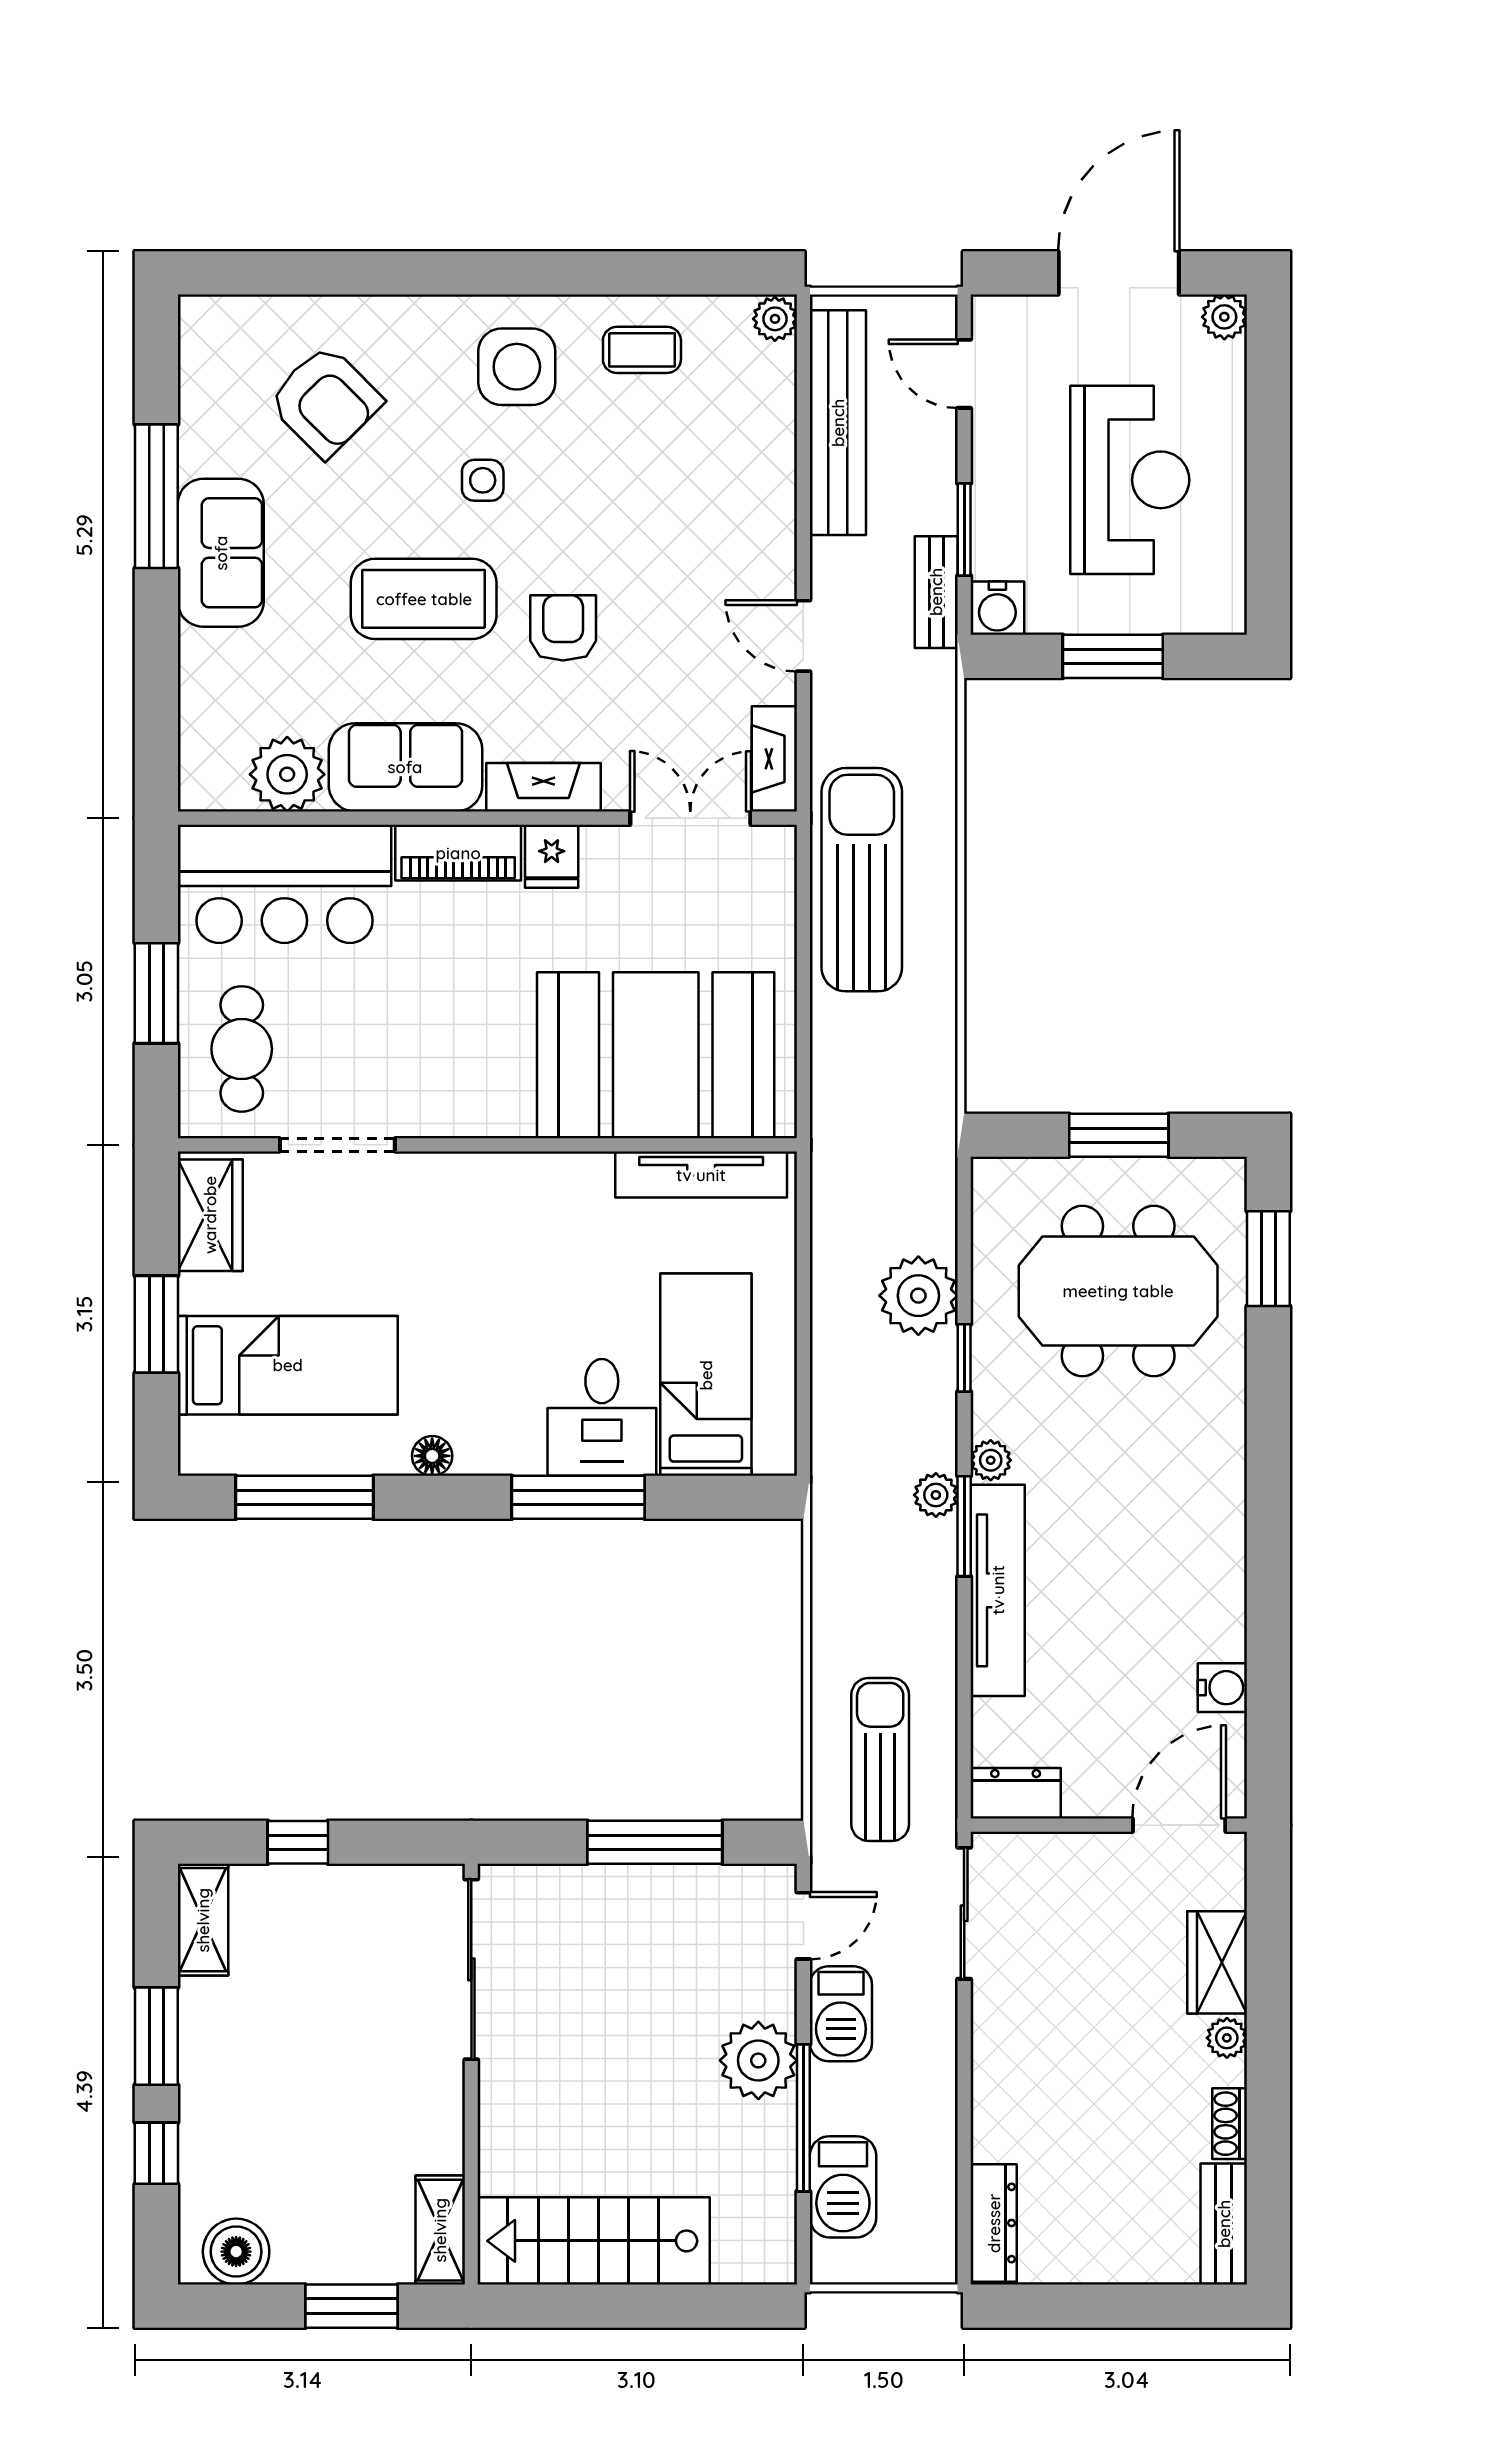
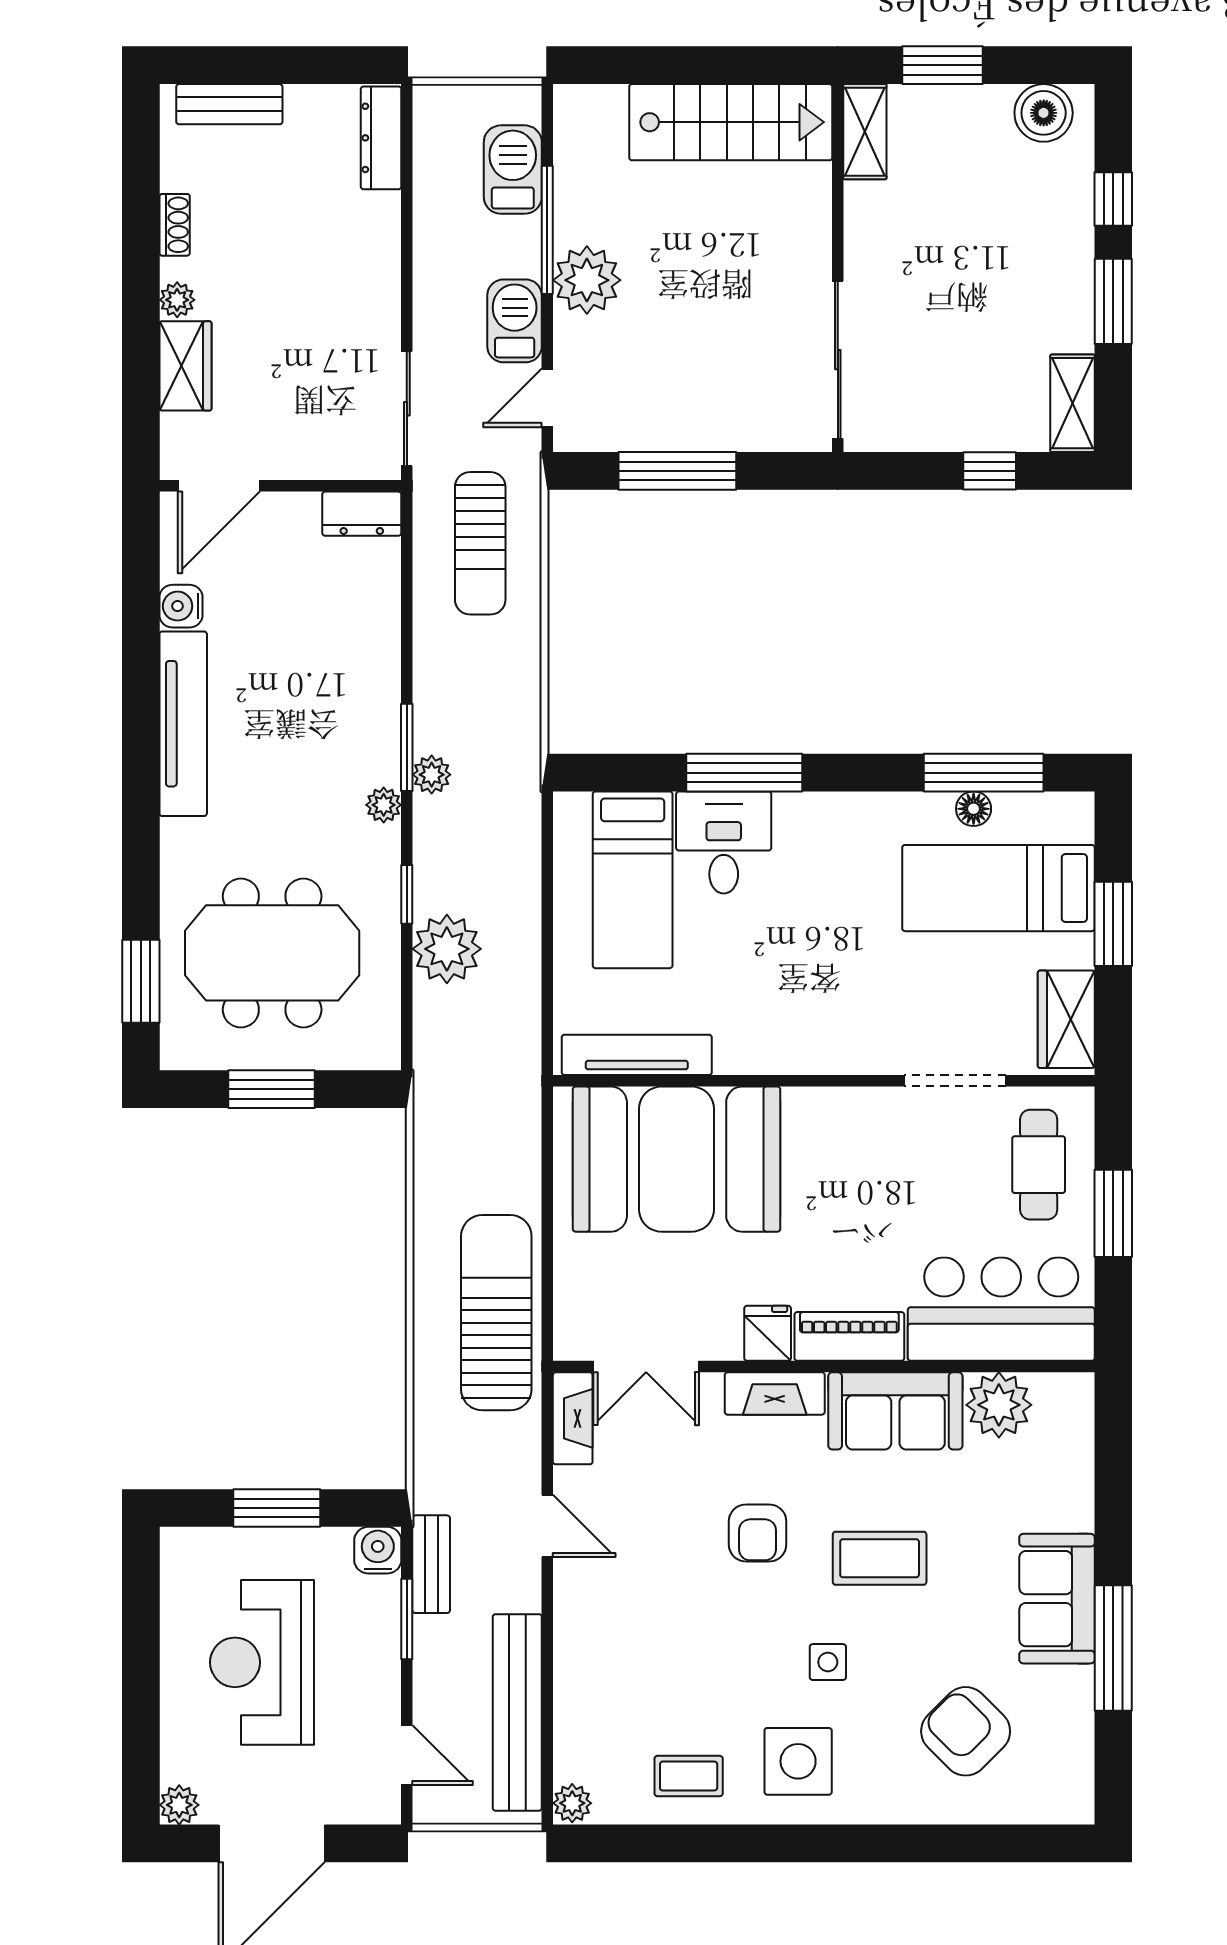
coffee table: (424, 599) -> (880, 1558), width x0.73, depth x0.76
sun lounger: (862, 880) -> (496, 1313), turned 180
floor lamp: (432, 1456) -> (974, 809), moved
tv unit: (998, 1590) -> (183, 724), moved, turned 180
bench: (1224, 2224) -> (229, 104), moved, turned 90

